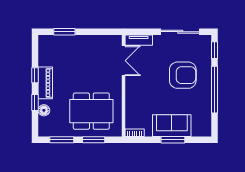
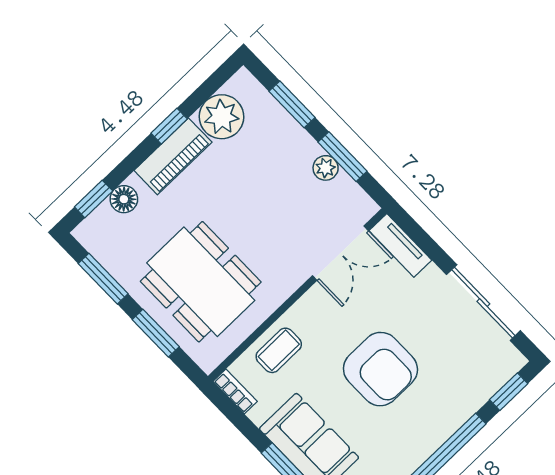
window: (95, 32) -> (342, 157), added
plant: (93, 40) -> (326, 168), added
plant: (47, 57) -> (221, 117), added
armchair: (183, 75) -> (380, 369), moved
window: (35, 102) -> (94, 199), moved
coffee table: (135, 108) -> (279, 350), added

